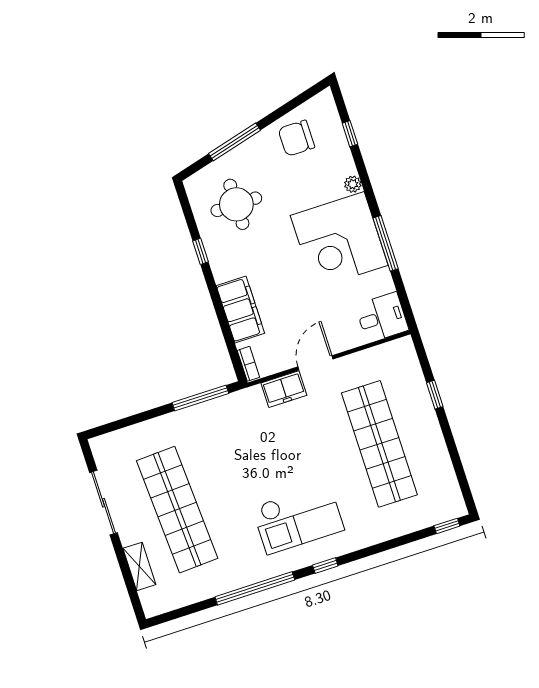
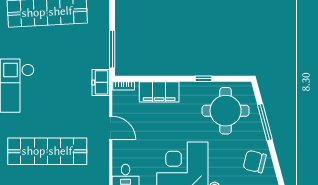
chair: (296, 138) -> (255, 162), turned -76
round table: (236, 204) -> (226, 111), width x1.36, depth x1.36
freezer: (284, 389) -> (101, 82), moved

